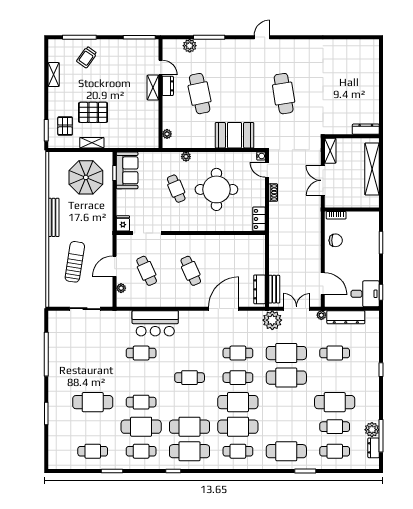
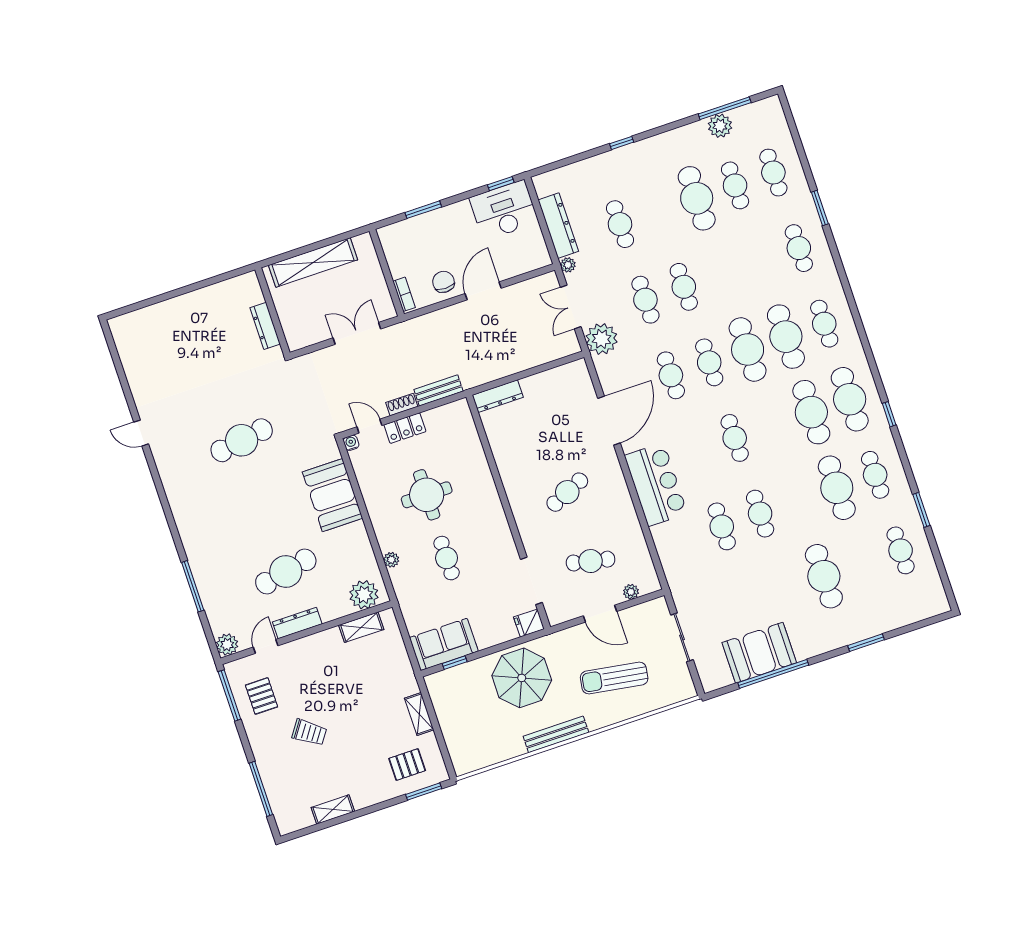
door: (262, 37) -> (141, 433), moved
plant: (190, 46) -> (227, 645), moved
trolley: (87, 57) -> (309, 732), moved
dresser: (168, 86) -> (297, 623), width x1.44
shelving: (153, 88) -> (361, 627), moved
pallet: (93, 112) -> (262, 696), moved, width x0.67, depth x0.71
dresser: (366, 129) -> (265, 326), moved
plant: (167, 134) -> (364, 595), width x1.88, depth x1.88
shelving: (330, 151) -> (306, 337), removed
door: (267, 170) -> (369, 426), swing flipped
parasol: (86, 177) -> (522, 678), moved
double door: (323, 180) -> (357, 333), swing flipped
cafe table: (176, 189) -> (447, 558), turned -68
round table: (216, 189) -> (427, 495), width x0.73, depth x0.73
locker: (259, 219) -> (405, 428), moved
cafe table: (147, 271) -> (591, 561), turned 36
door: (323, 284) -> (483, 291), moved
dresser: (259, 289) -> (498, 396), moved
bench: (274, 289) -> (438, 390), moved
desk: (365, 294) -> (504, 210), width x1.37
door: (224, 309) -> (609, 421), swing flipped
bar counter: (155, 323) -> (656, 484), moved
booth: (61, 350) -> (759, 653), added
cafe table: (286, 353) -> (645, 300), width x0.73, depth x0.74
cafe table: (286, 378) -> (684, 287), width x0.73, depth x0.74
cafe table: (141, 402) -> (760, 514), moved
dresser: (374, 448) -> (748, 114), removed
cafe table: (286, 451) -> (799, 248), width x0.73, depth x0.74

